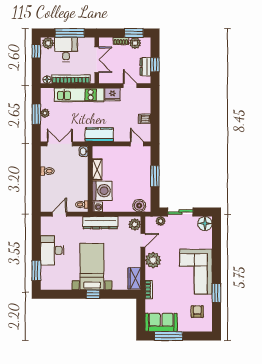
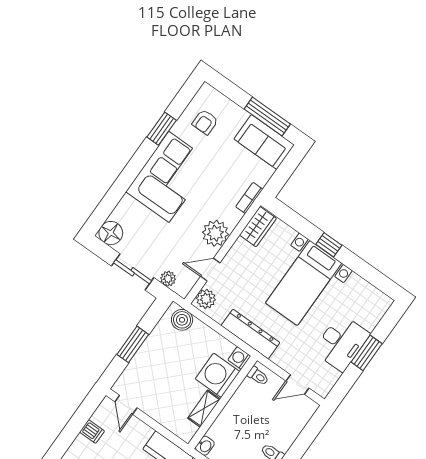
window: (36, 270) -> (367, 353), moved

